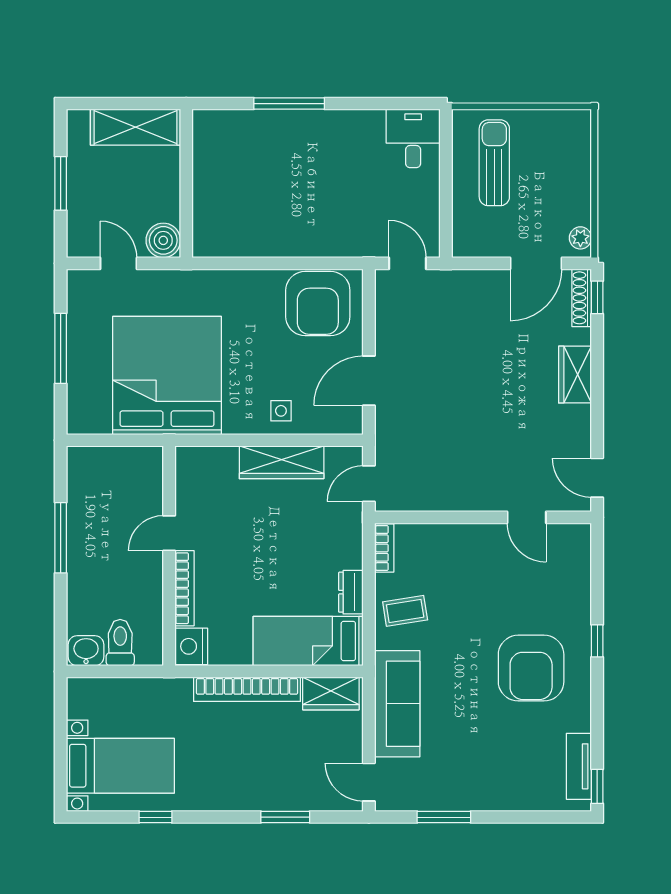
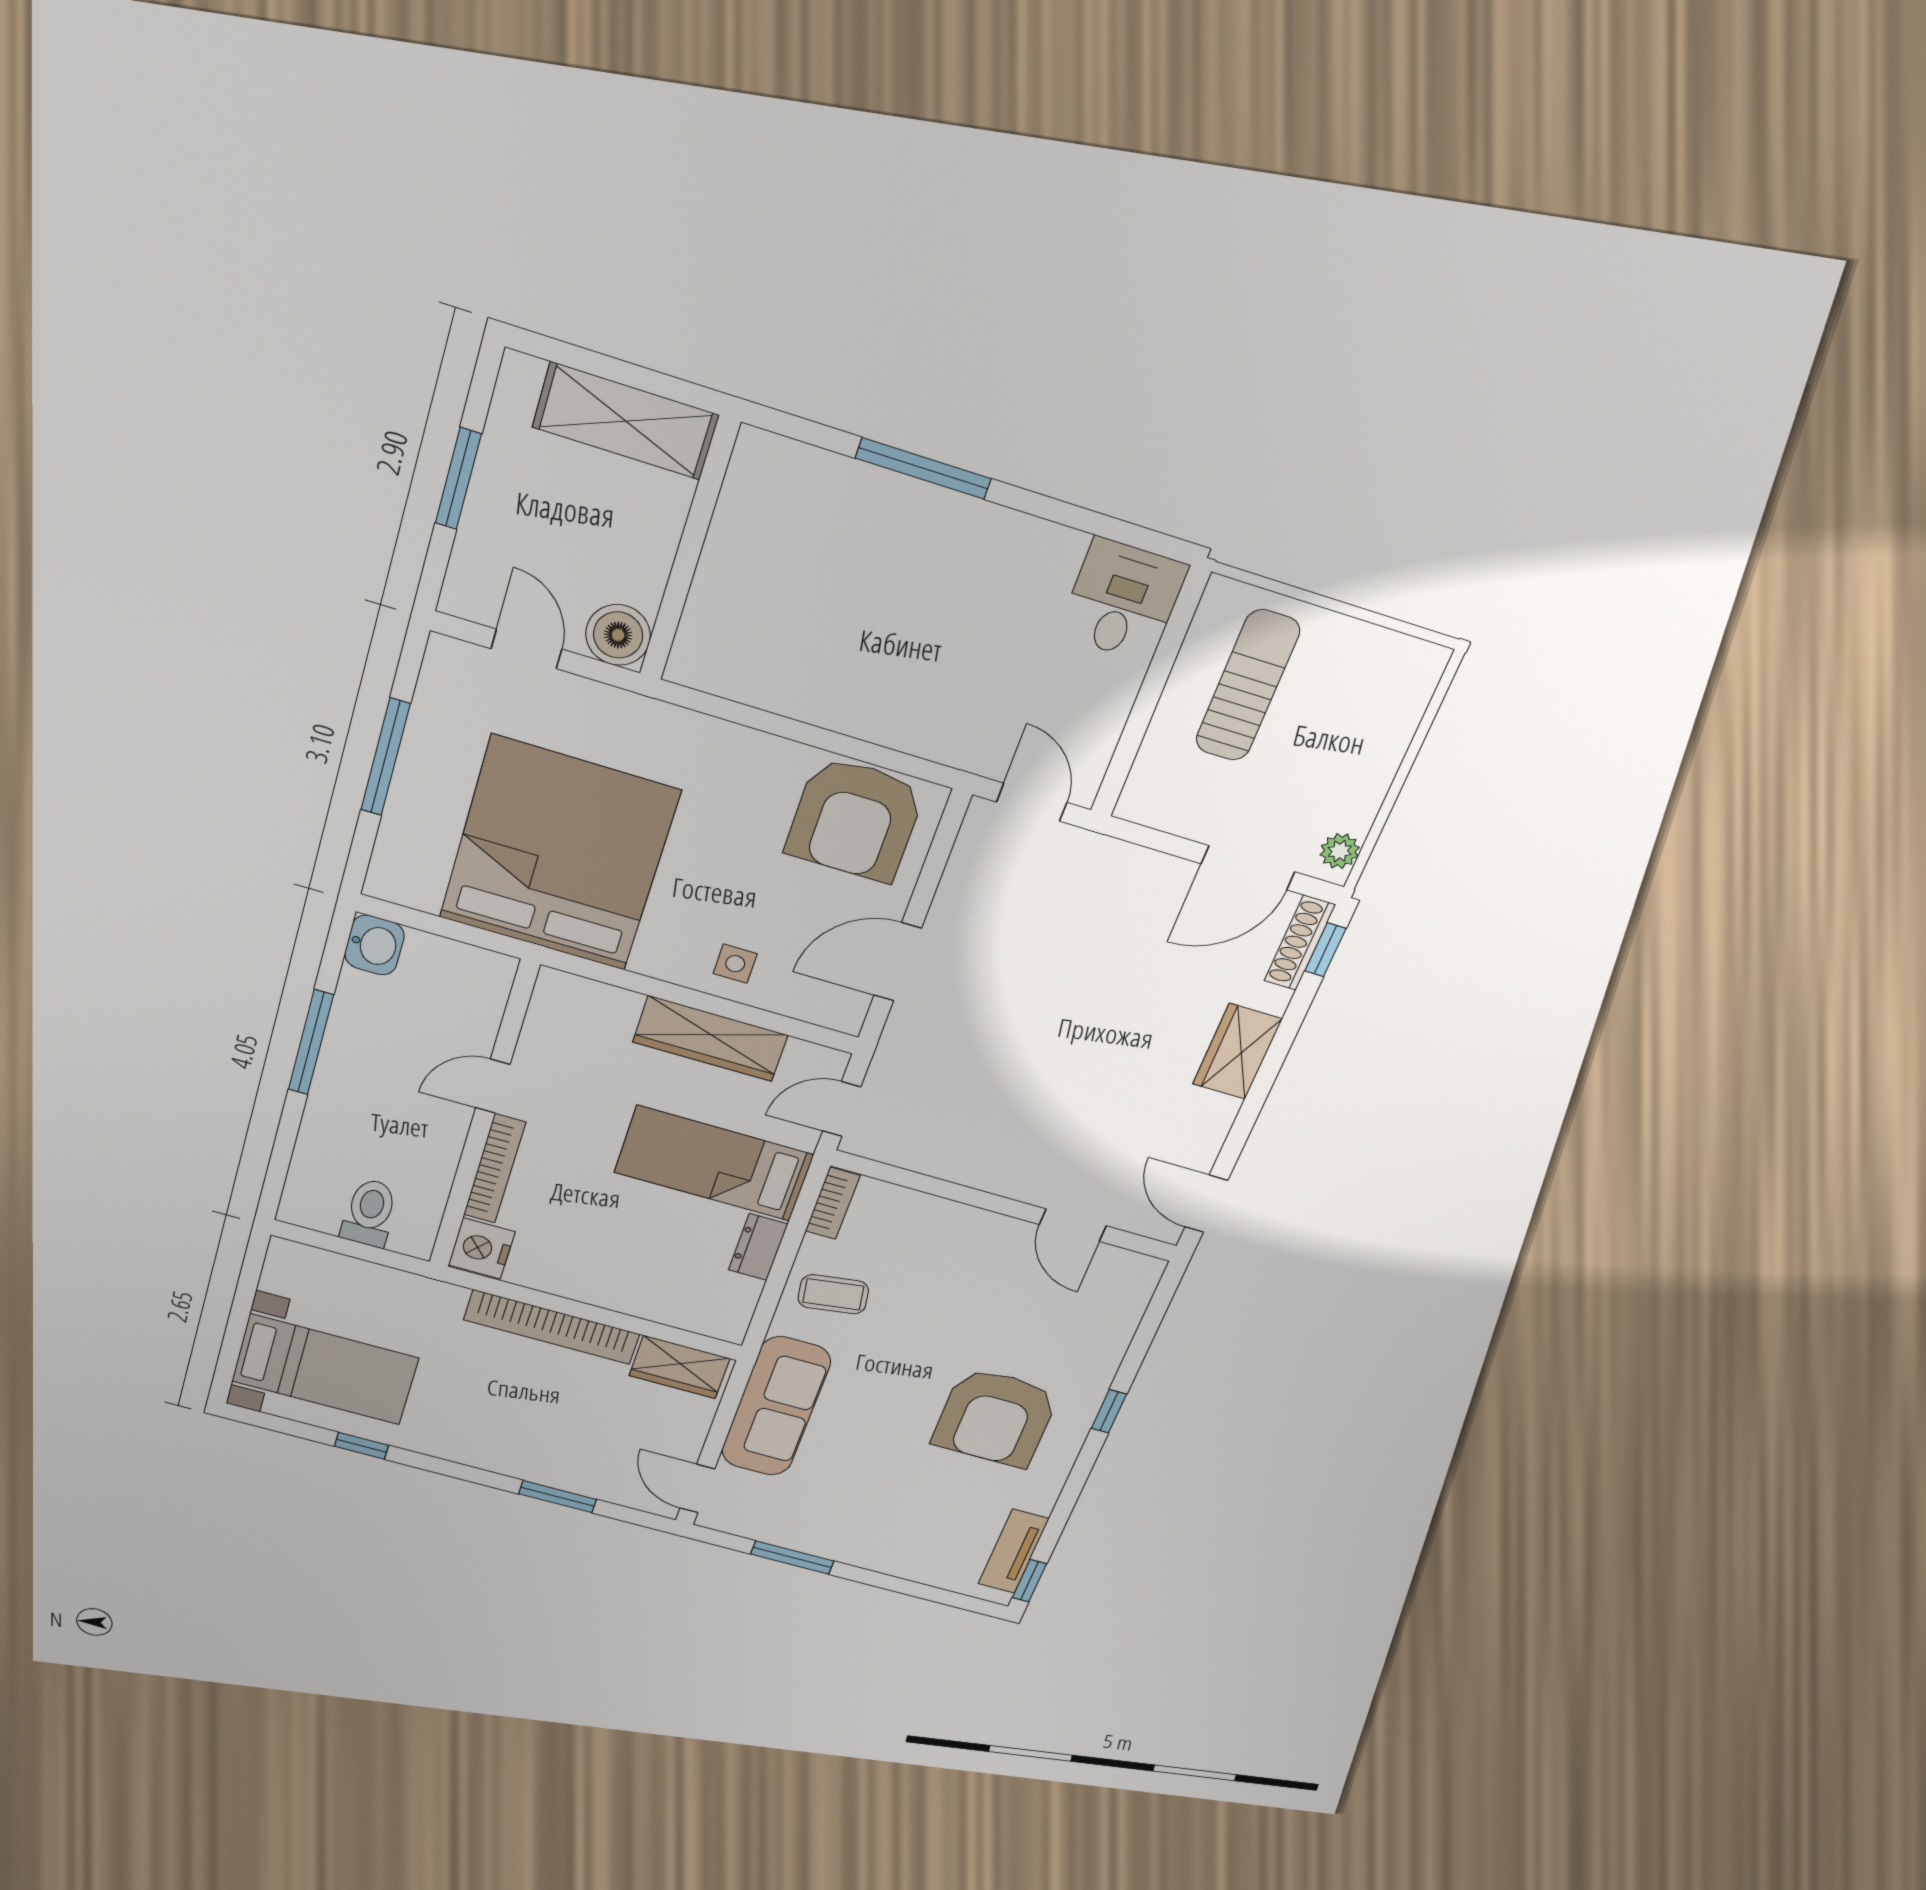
bed: (308, 641) -> (714, 1163), moved
washbasin: (86, 651) -> (374, 945), moved, turned 90

